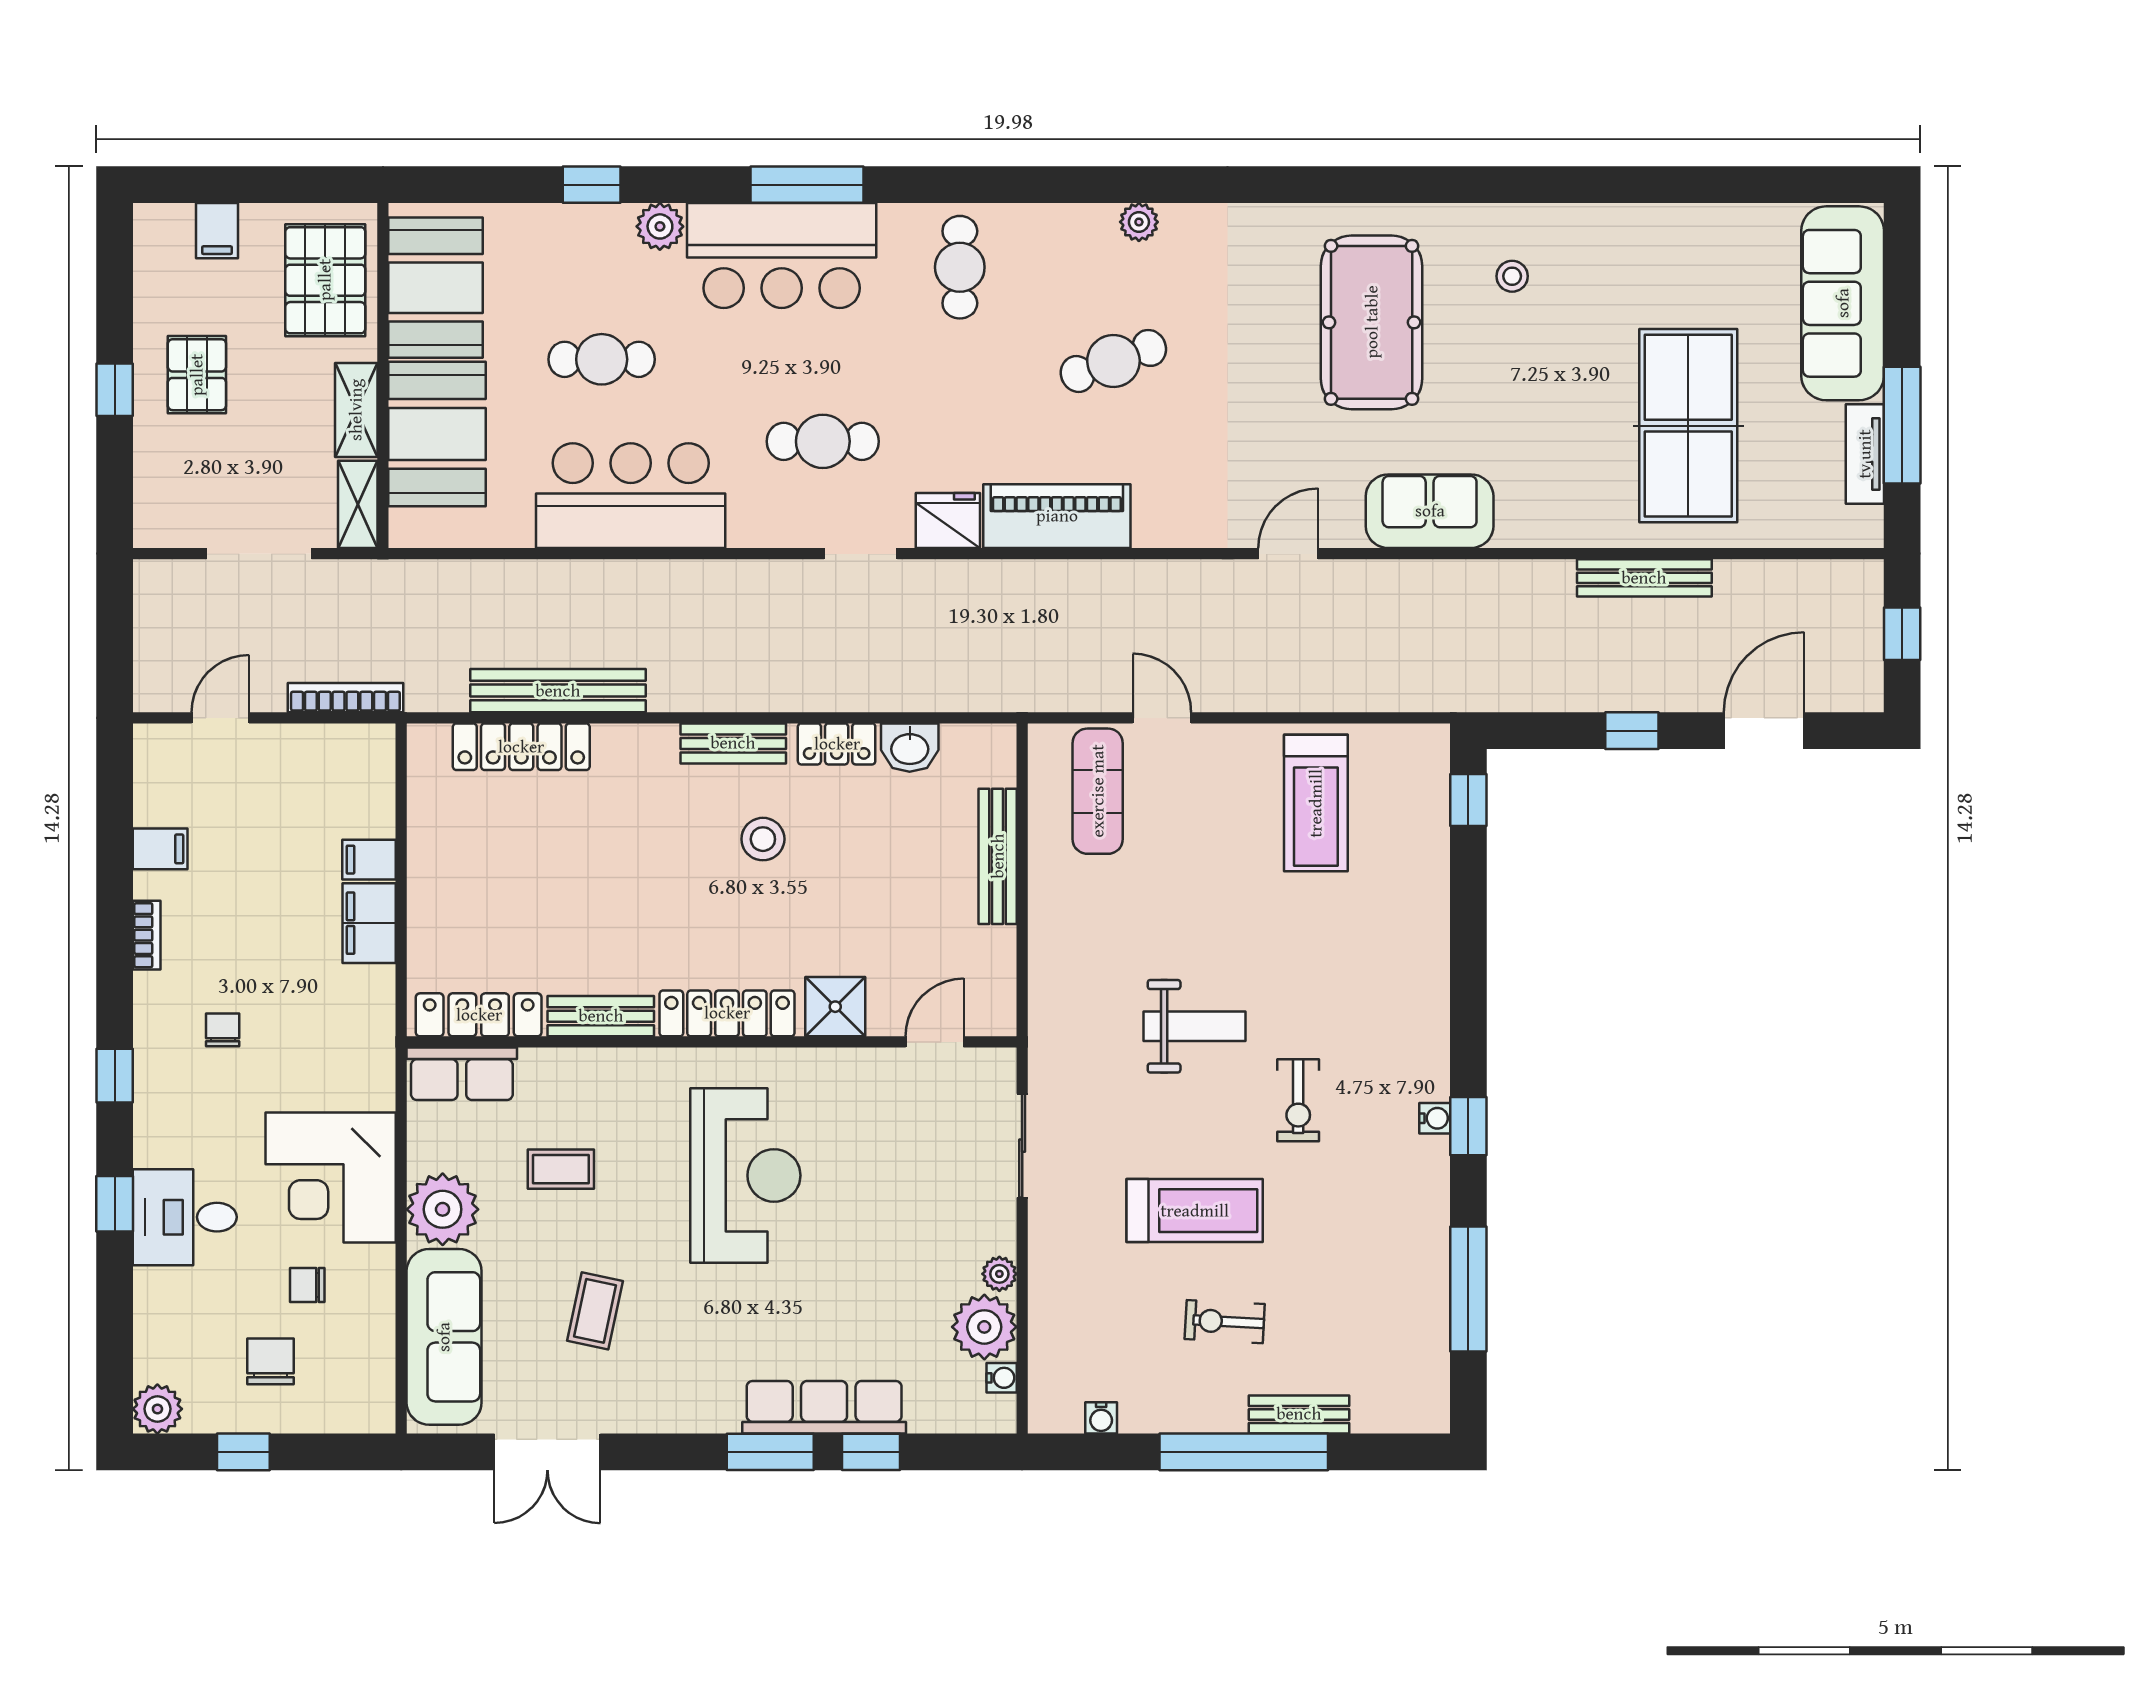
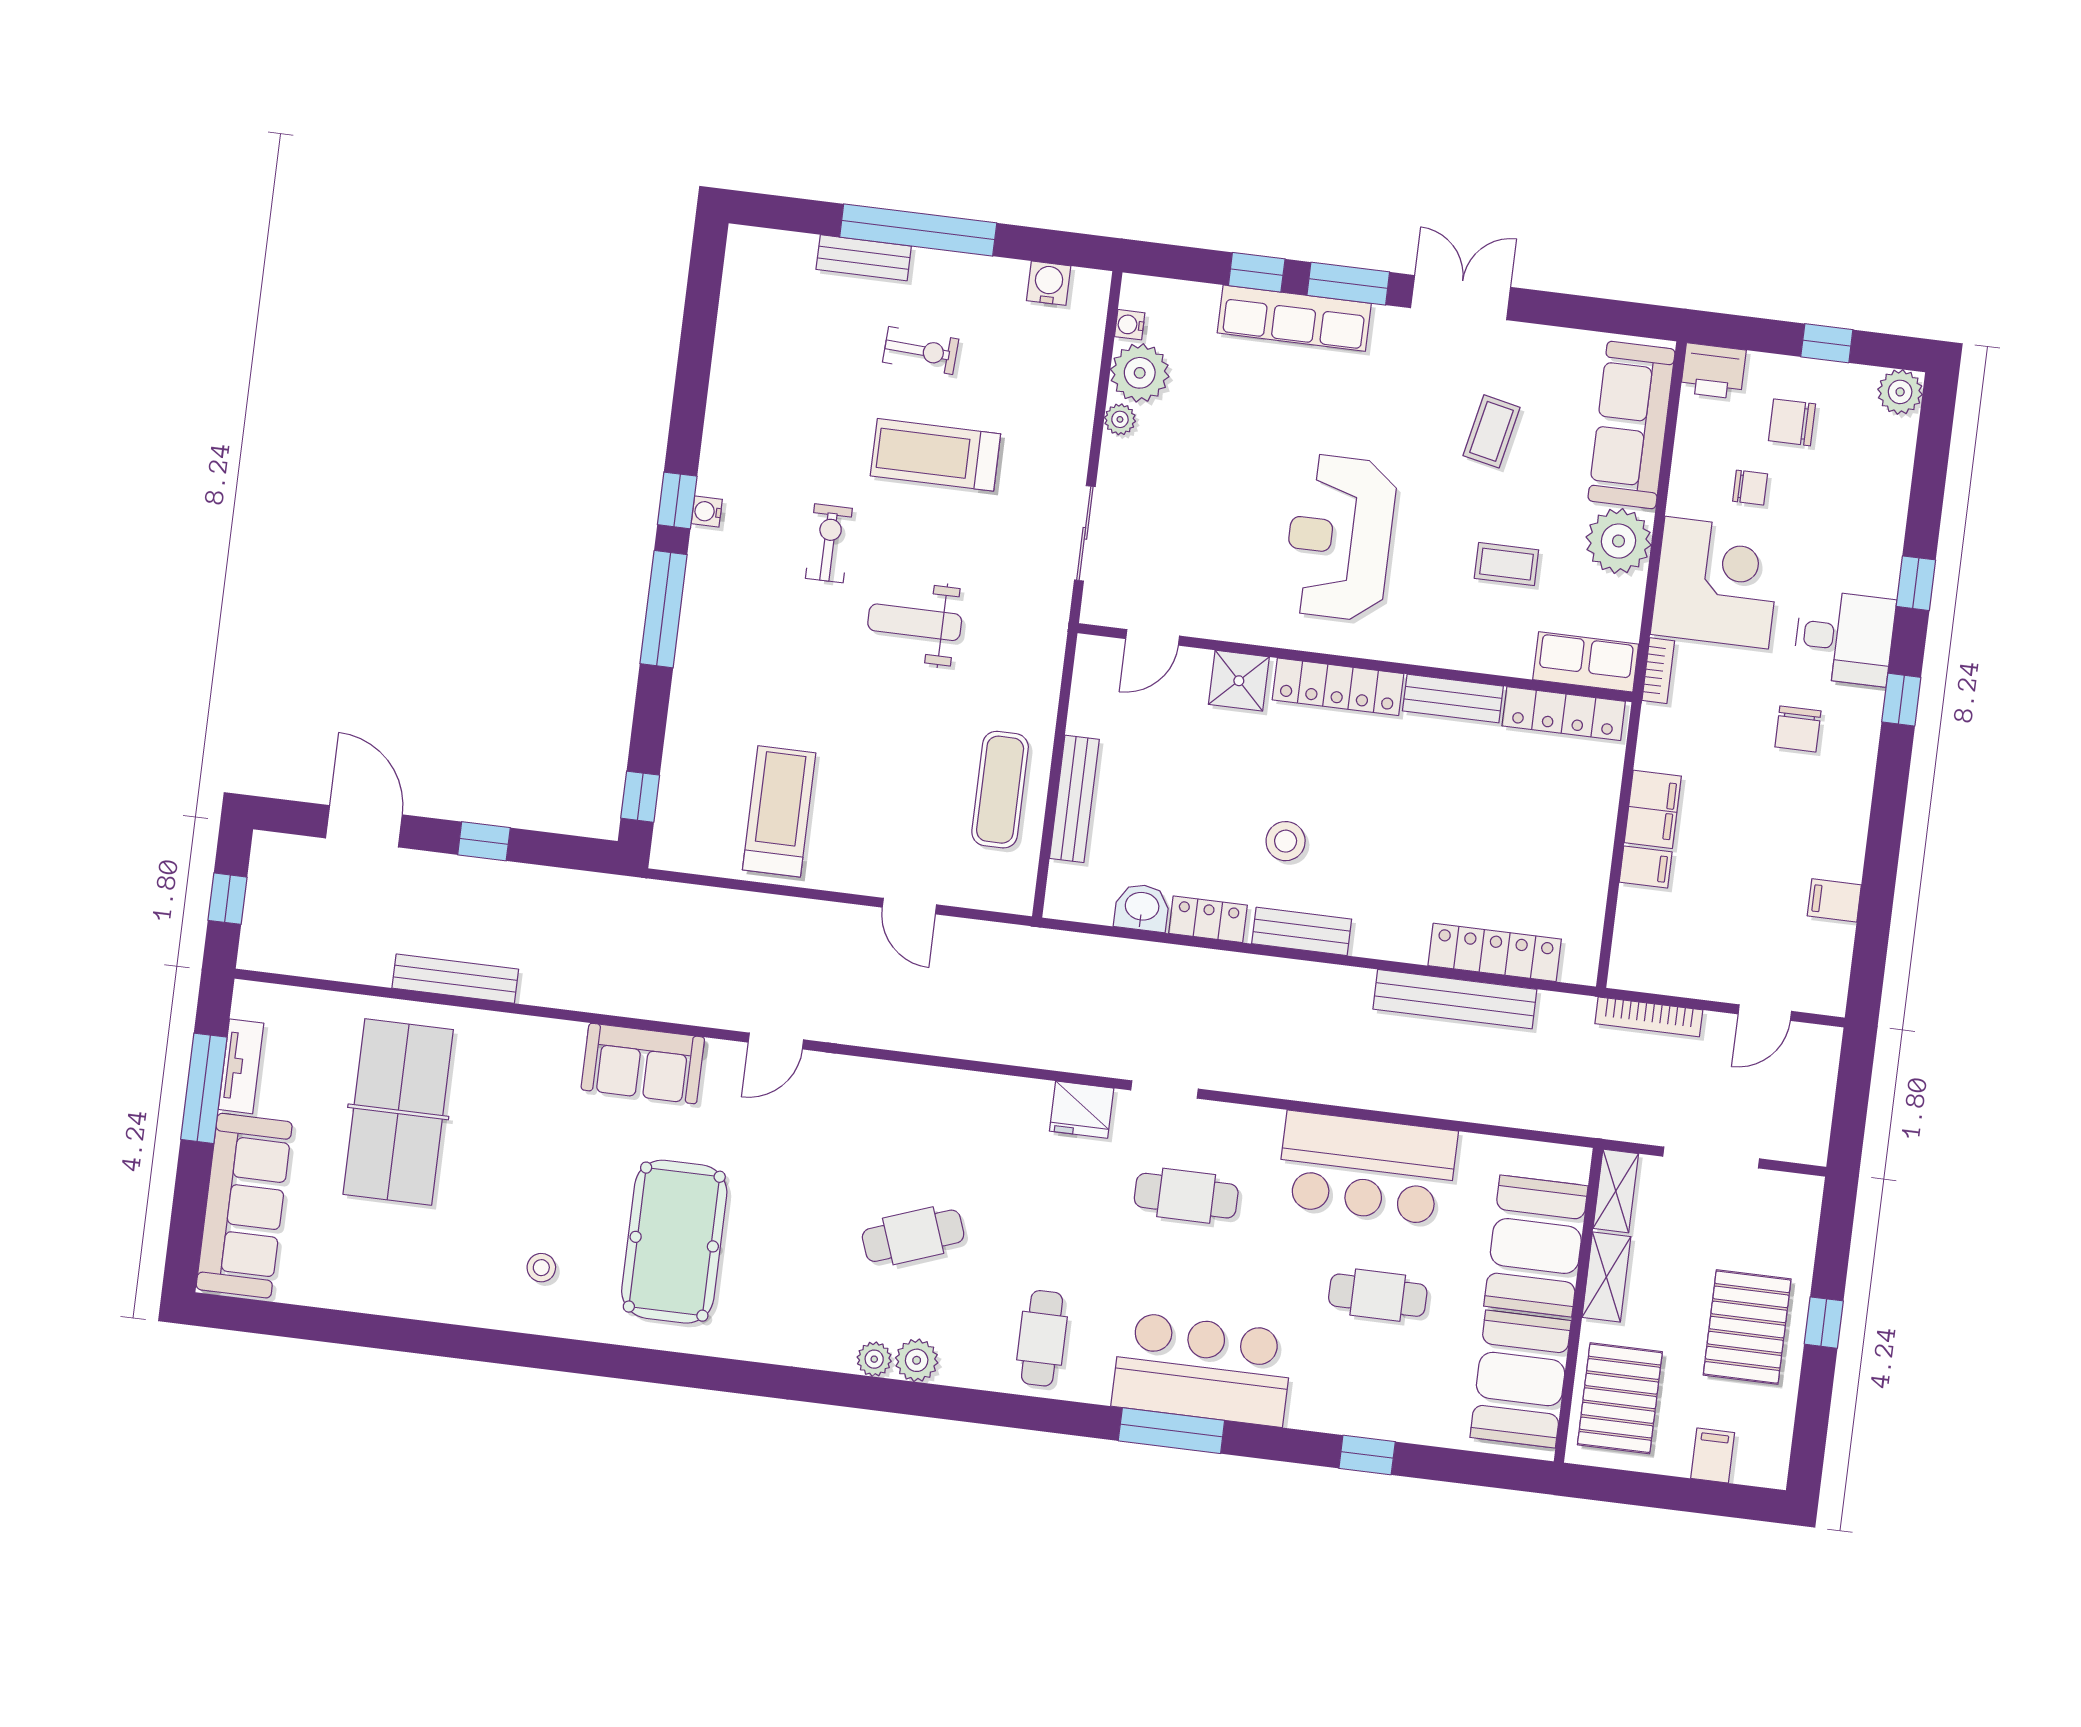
plant: (660, 226) -> (917, 1360), moved
pallet: (197, 375) -> (1747, 1327), width x1.50, depth x1.42
piano: (1057, 516) -> (982, 1101), removed
door: (1764, 731) -> (364, 826), swing flipped
exercise mat: (1098, 791) -> (1000, 790), moved
bookcase: (147, 935) -> (1658, 671), moved, turned 180
chair: (223, 1030) -> (1798, 729), width x1.37, depth x1.37
desk: (185, 1217) -> (1844, 638), moved
window: (1468, 1289) -> (664, 609), moved
chair: (270, 1361) -> (1792, 422), turned 90
printer: (363, 1406) -> (1713, 371), added
water cooler: (1101, 1418) -> (1049, 283), width x1.38, depth x1.38
double door: (547, 1452) -> (1461, 298), moved

